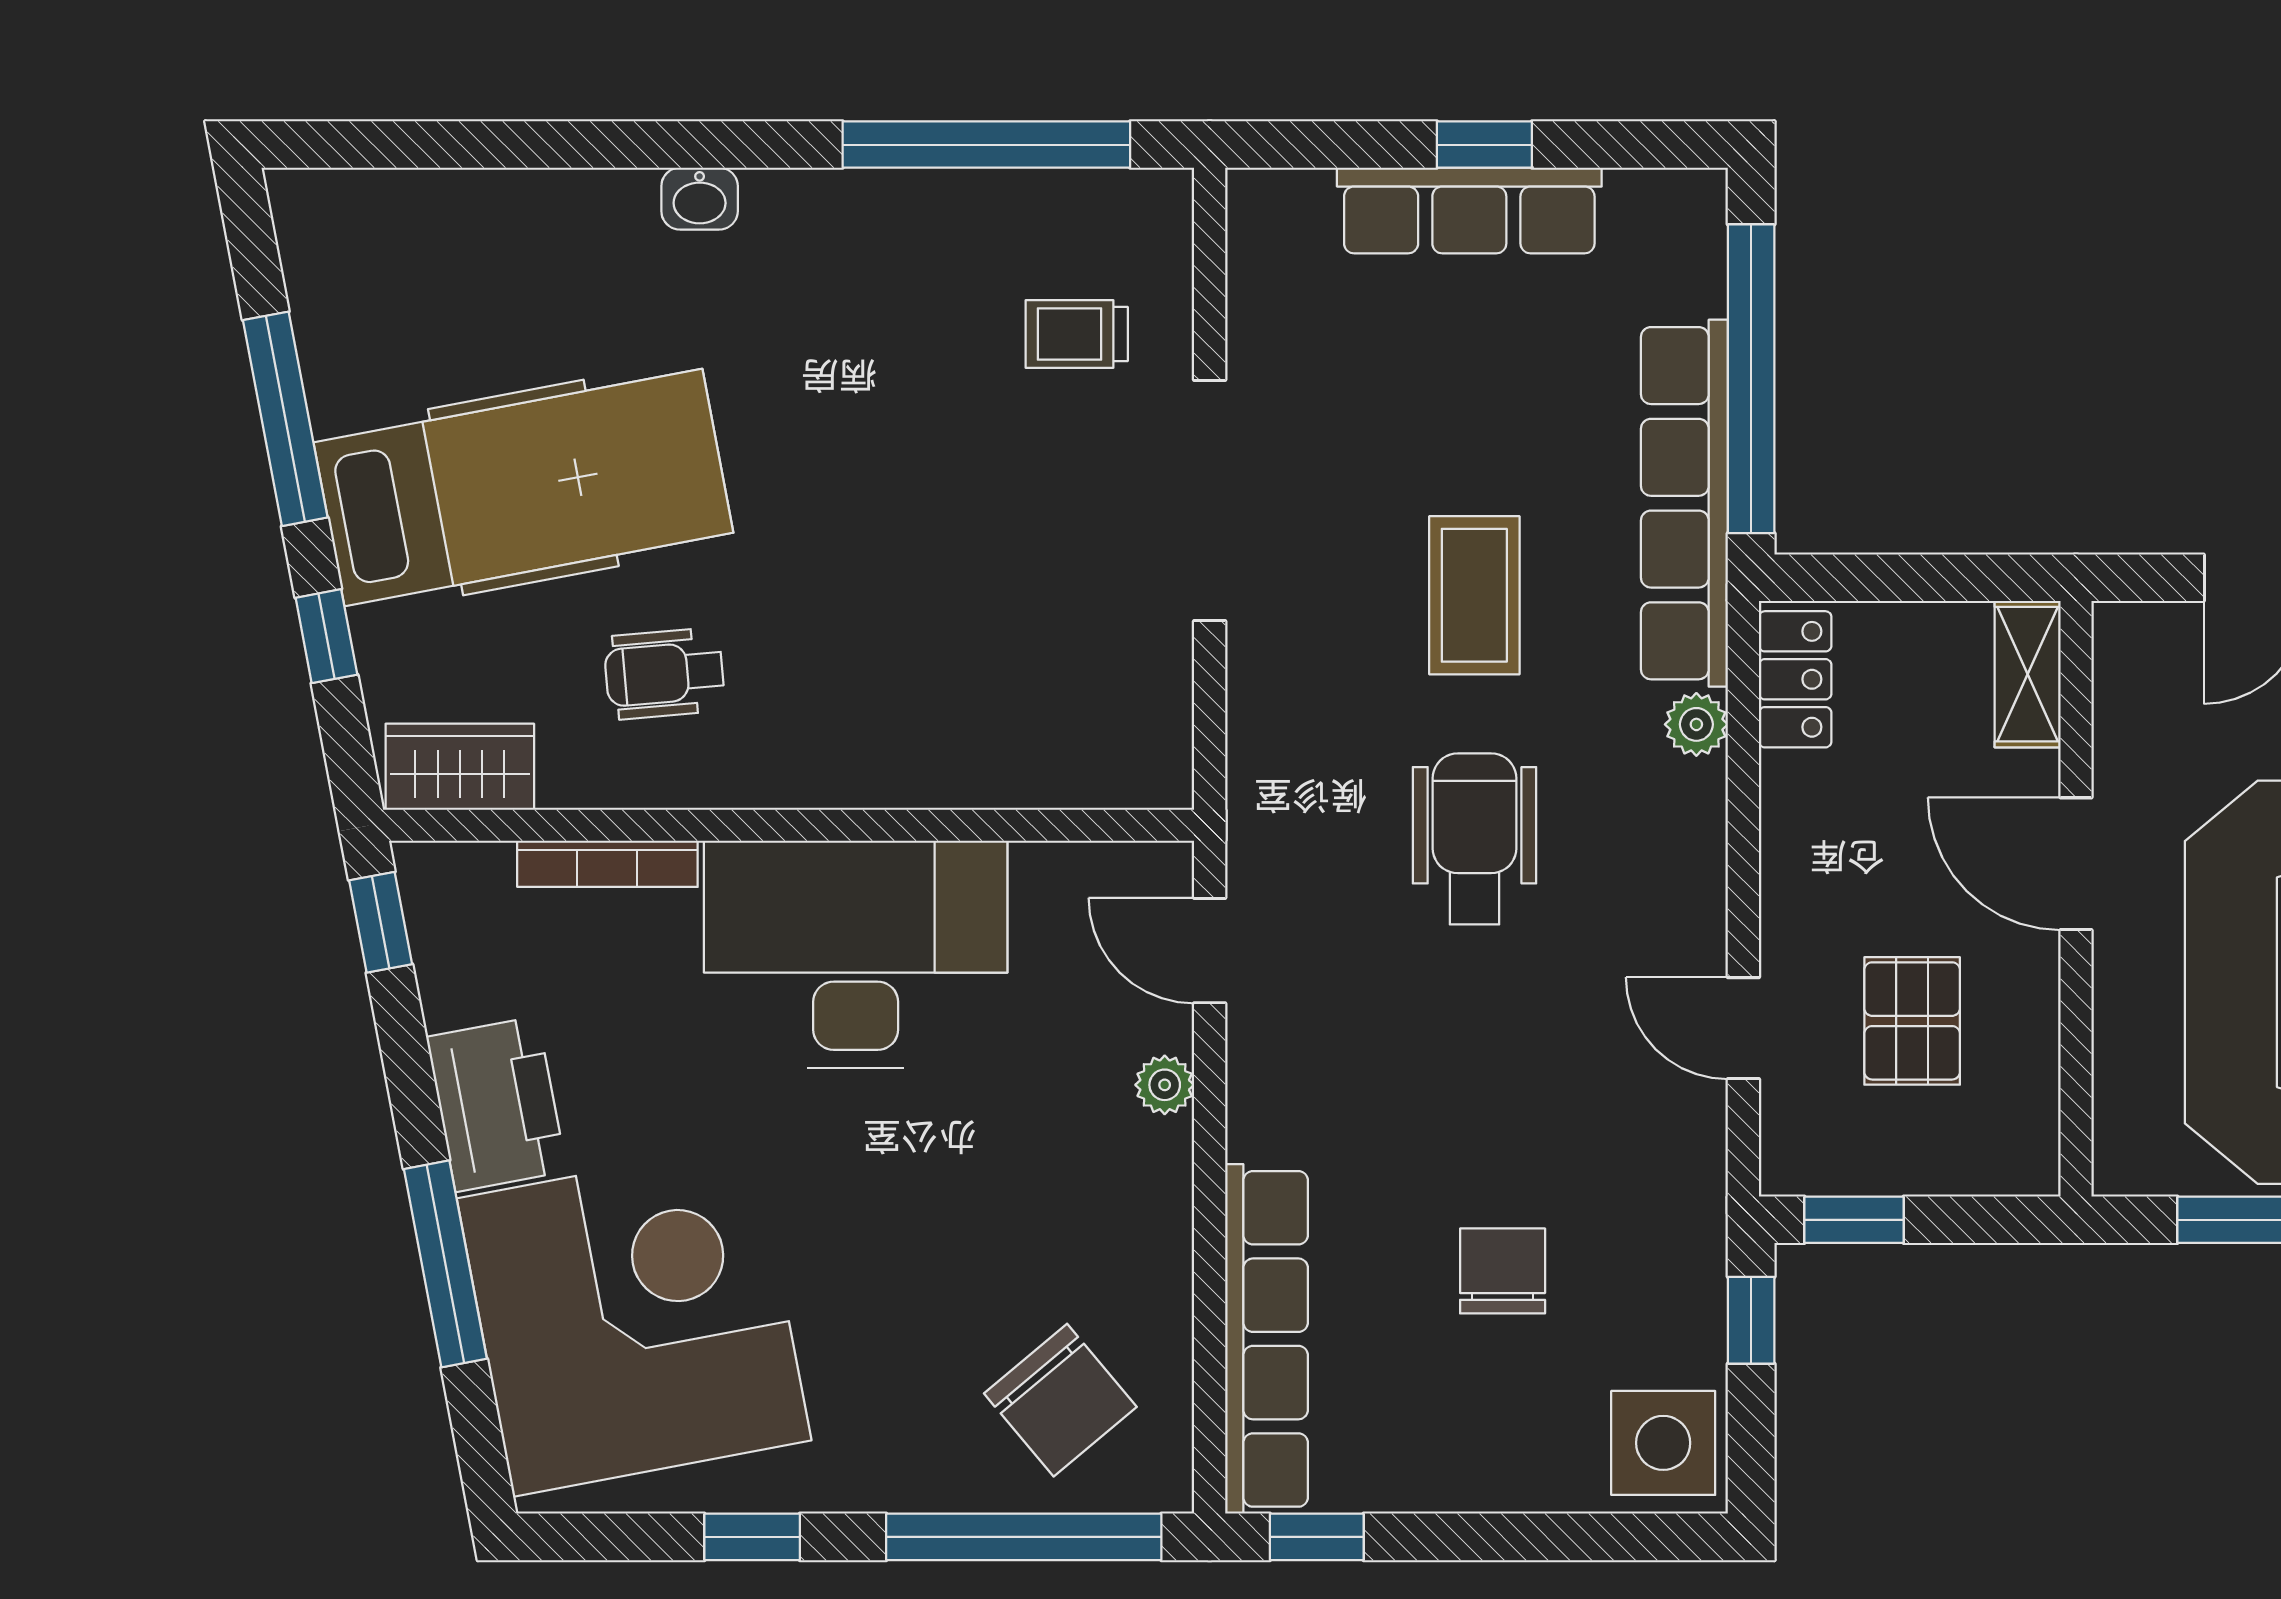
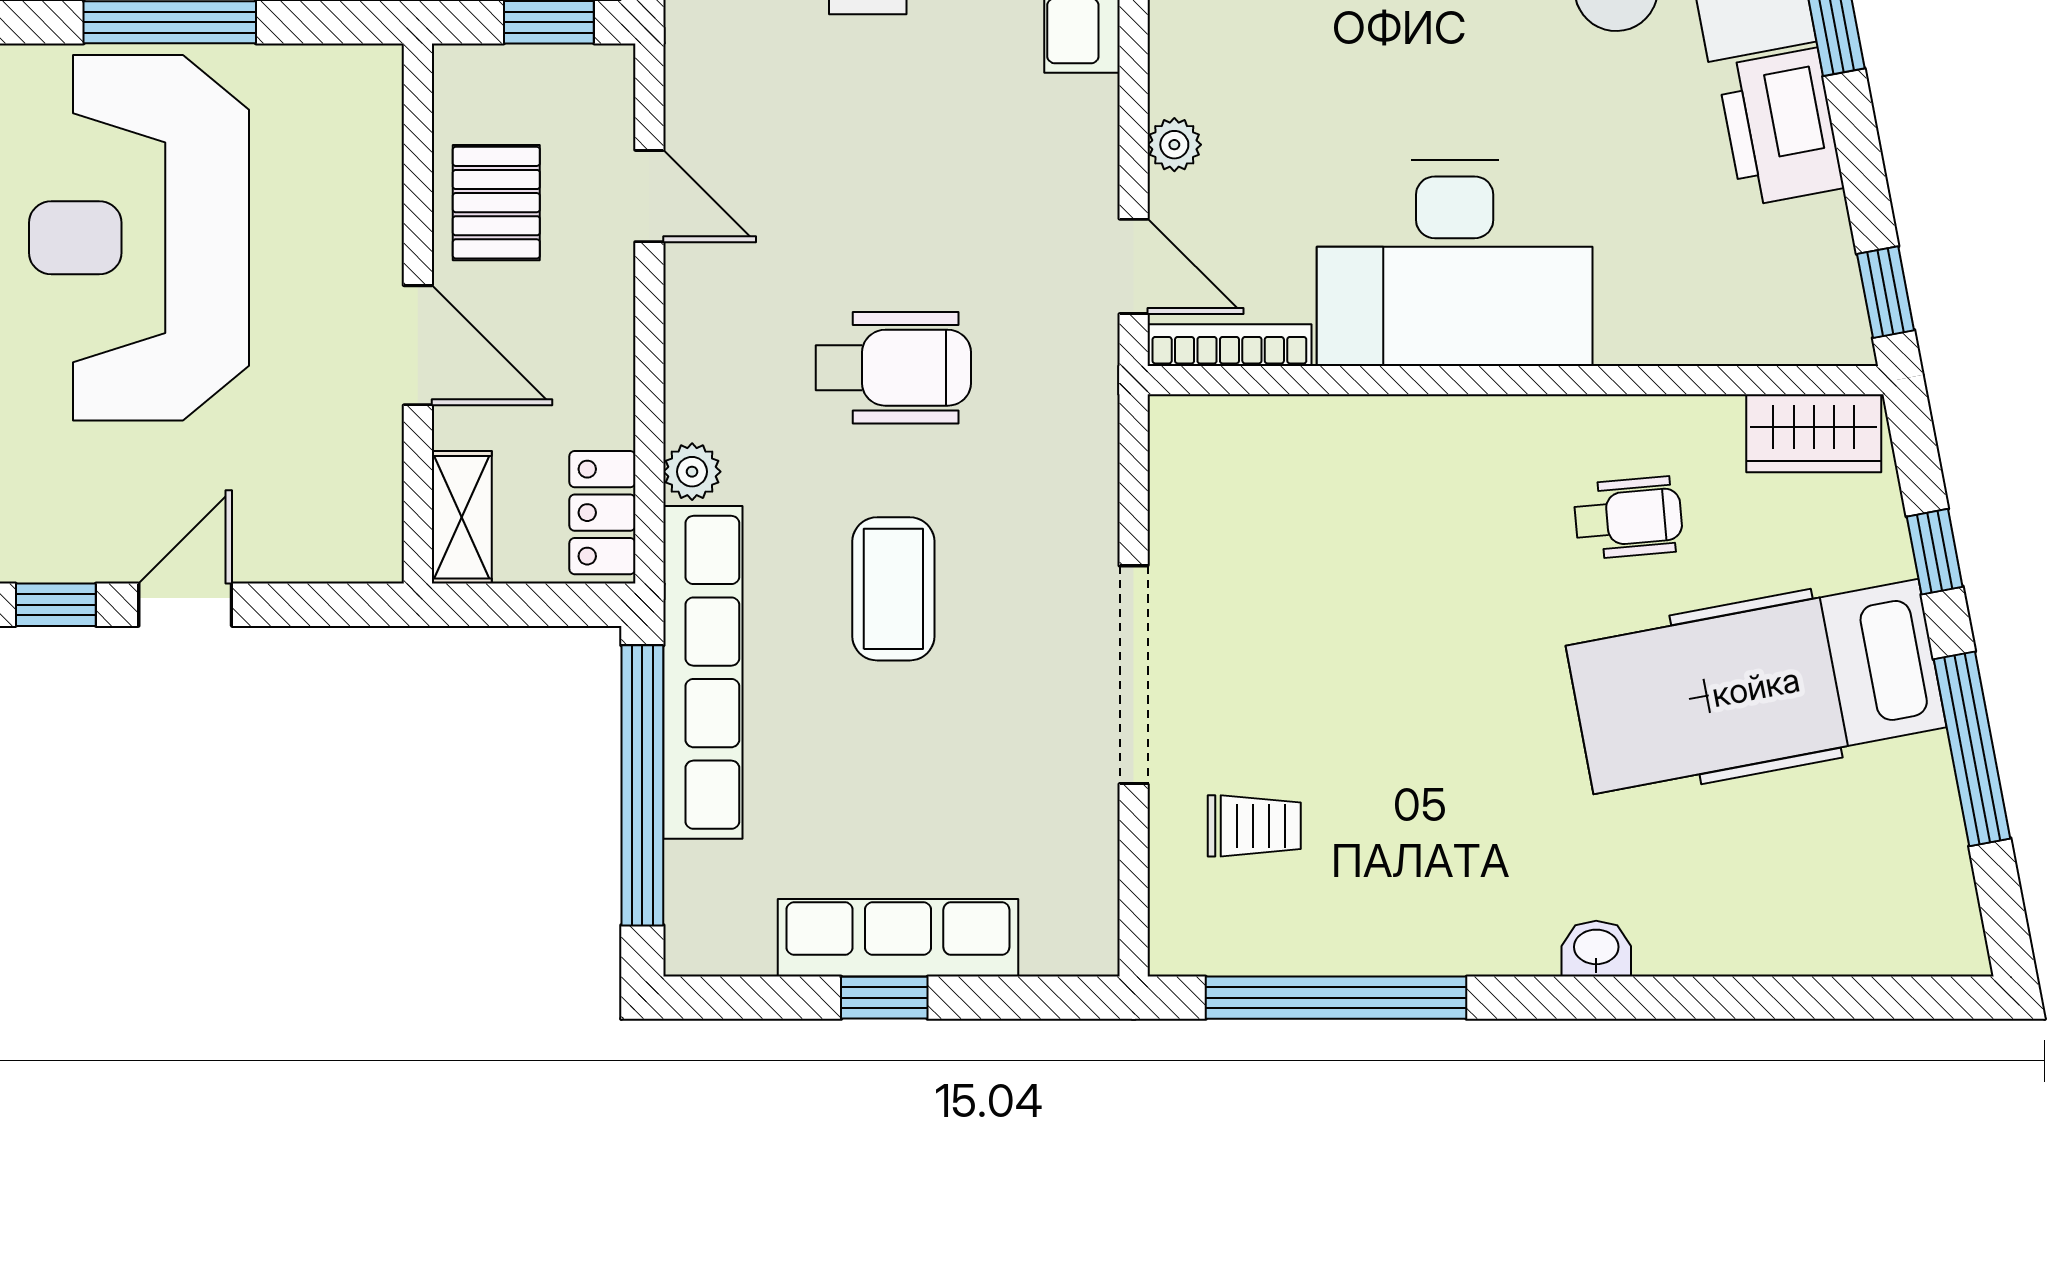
shelving: (2028, 674) -> (462, 517), moved
wheelchair: (1475, 839) -> (893, 368), turned -90
bookcase: (607, 864) -> (1229, 345), moved
door: (2076, 864) -> (418, 345), moved
wall: (2076, 899) -> (418, 314), moved

